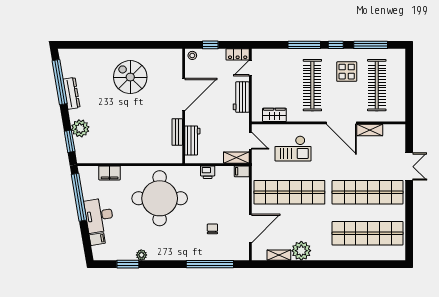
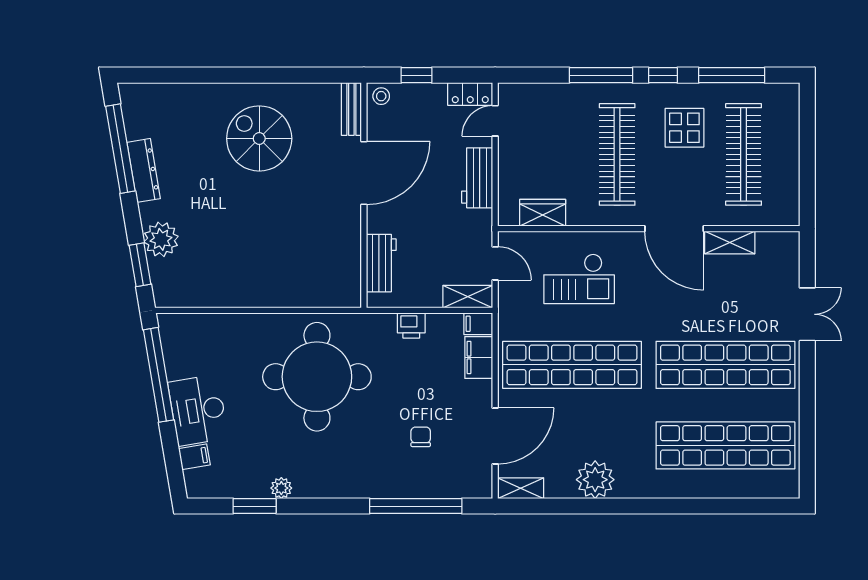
bench: (177, 132) -> (351, 109), moved
filing cabinet: (110, 173) -> (479, 357), moved, turned 90
shelving: (279, 255) -> (521, 488), moved

